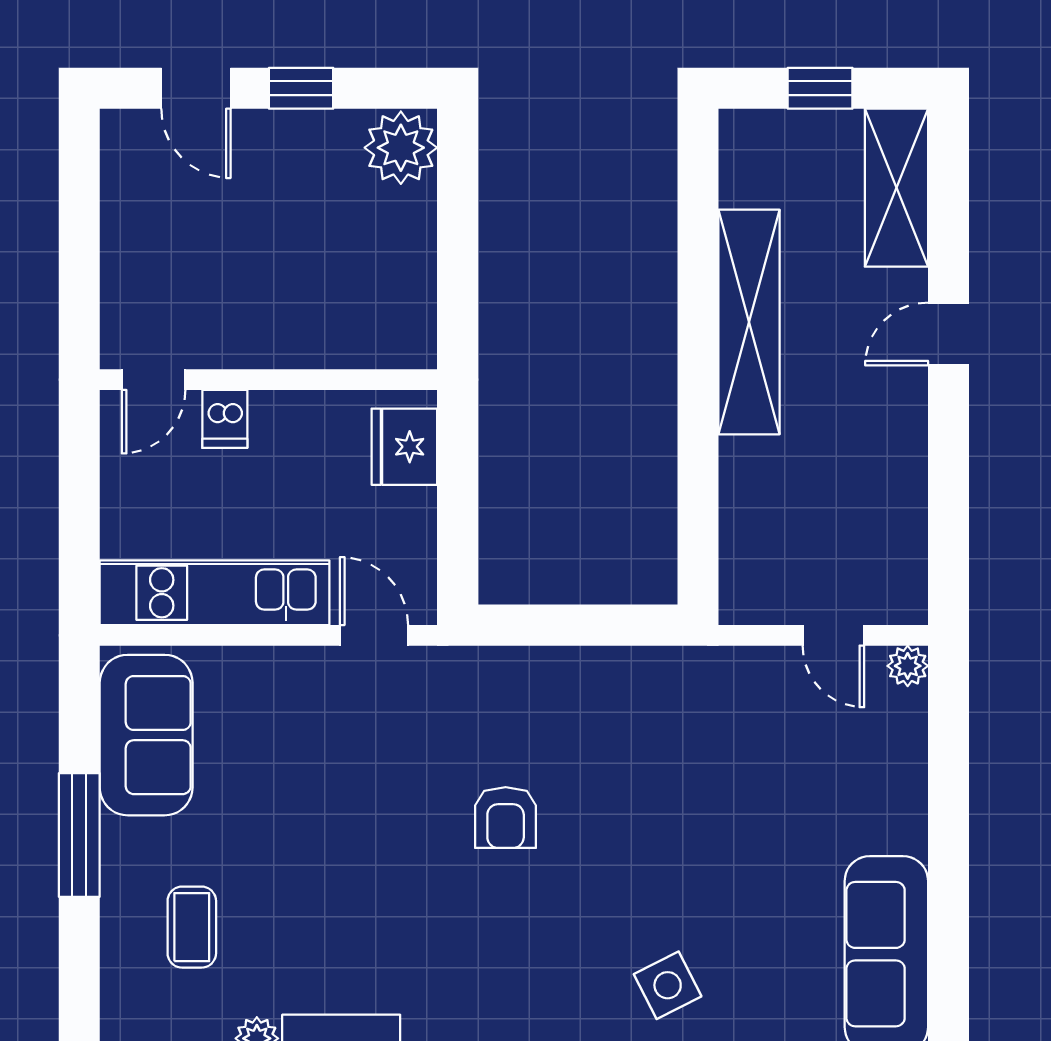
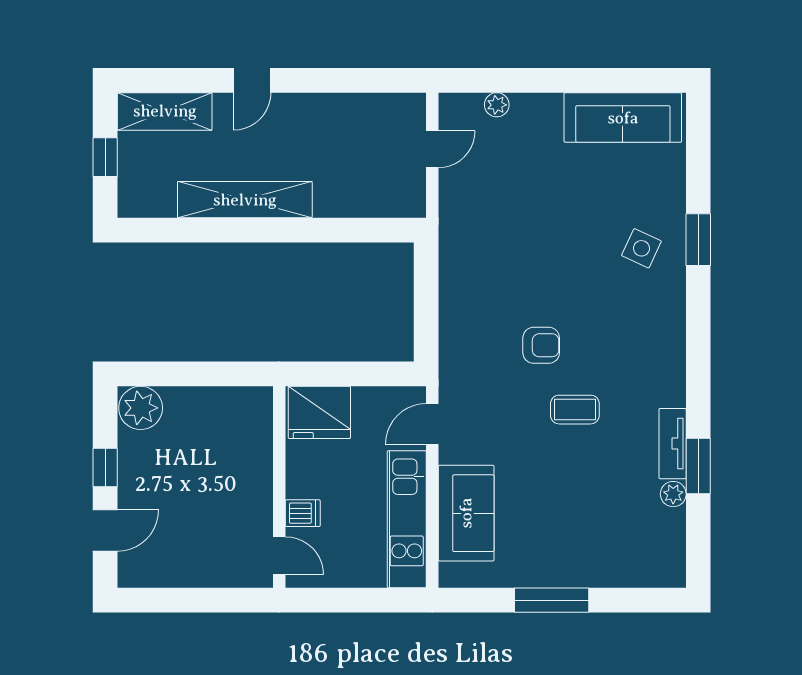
door: (949, 334) -> (252, 80), hinge flipped
fridge: (404, 447) -> (319, 412), width x1.36, depth x1.34
plant: (908, 666) -> (497, 105), moved
sofa: (146, 735) -> (466, 513), moved, turned 90
coffee table: (192, 927) -> (575, 410), moved
side table: (668, 985) -> (641, 248), turned -38

